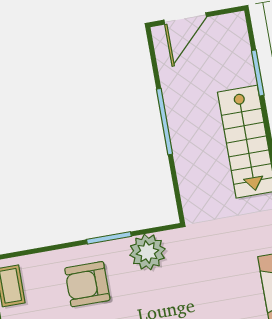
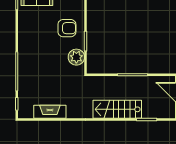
armchair: (87, 284) -> (67, 28), turned 90

